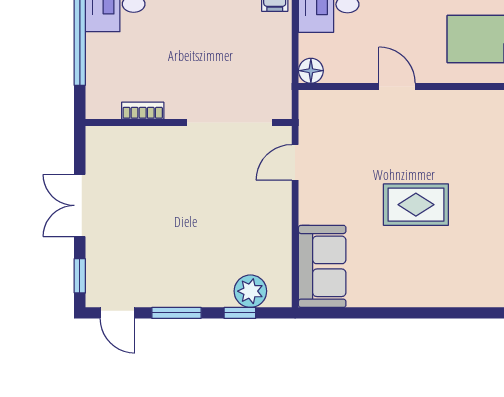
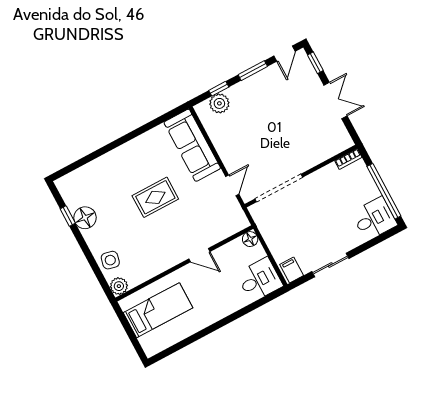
bookcase: (143, 111) -> (348, 159), moved
sofa: (322, 266) -> (192, 145), width x1.36
door: (117, 313) -> (284, 54), swing flipped

